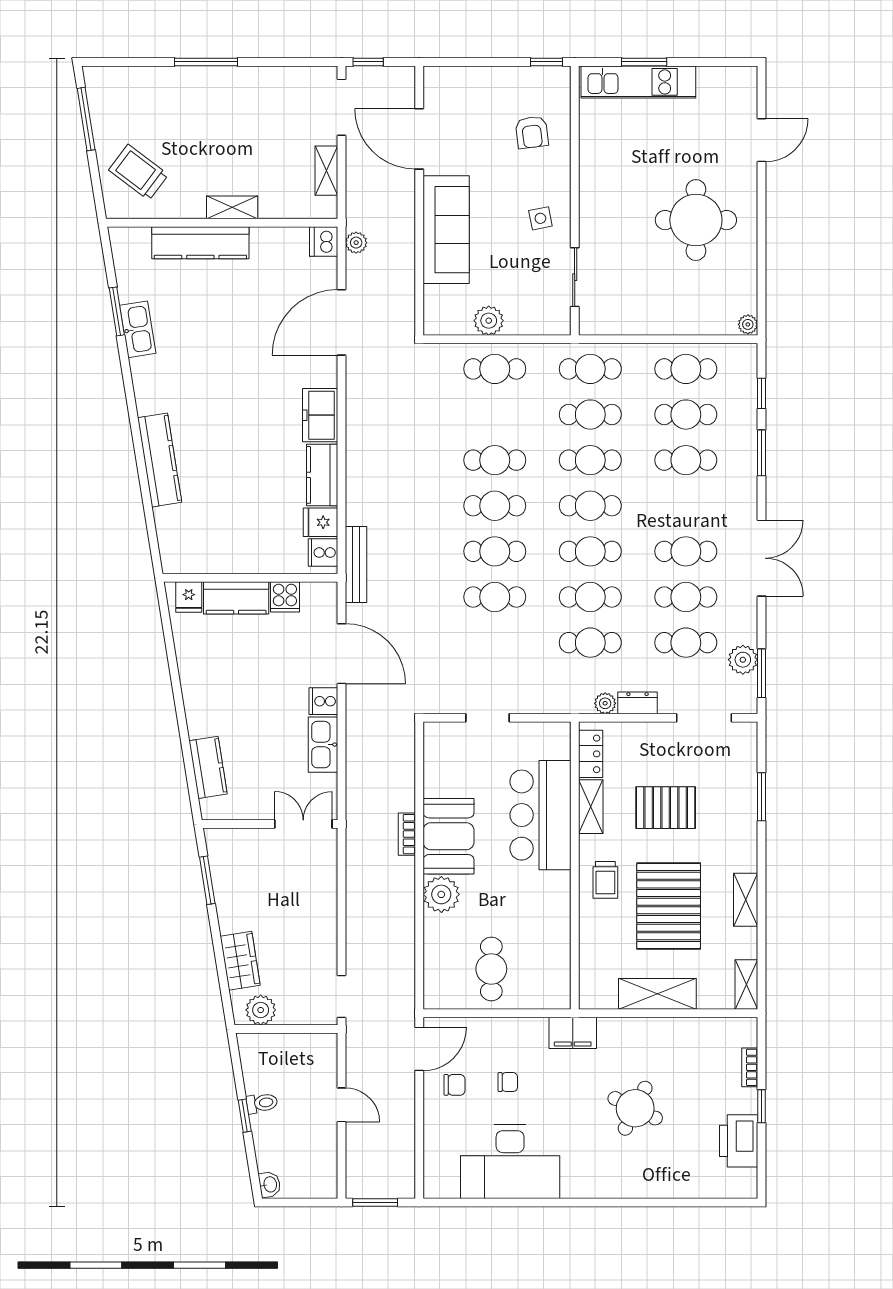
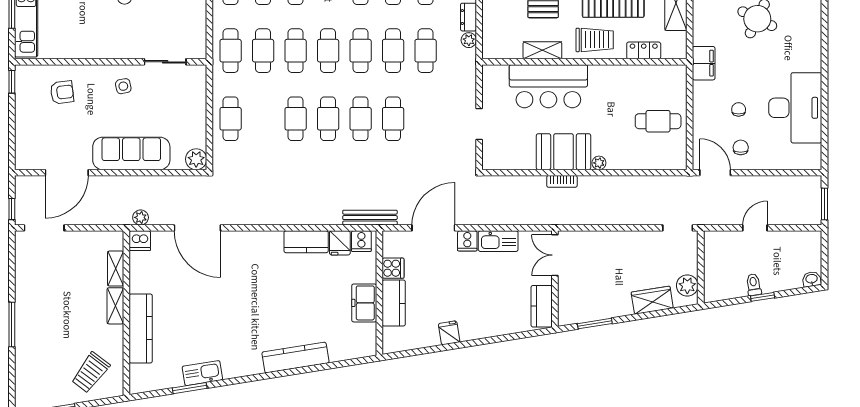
shelving: (326, 171) -> (116, 269), moved, turned 90
plant: (489, 321) -> (196, 159), moved
freezer: (320, 415) -> (364, 303), moved, turned 90
fridge: (189, 597) -> (449, 333), moved, turned -99
locker: (591, 754) -> (644, 50), moved
kitchen counter: (208, 767) -> (542, 306), moved, turned -81
trolley: (605, 880) -> (595, 40), width x1.36, depth x1.39
plant: (441, 894) -> (599, 163), width x0.53, depth x0.53

